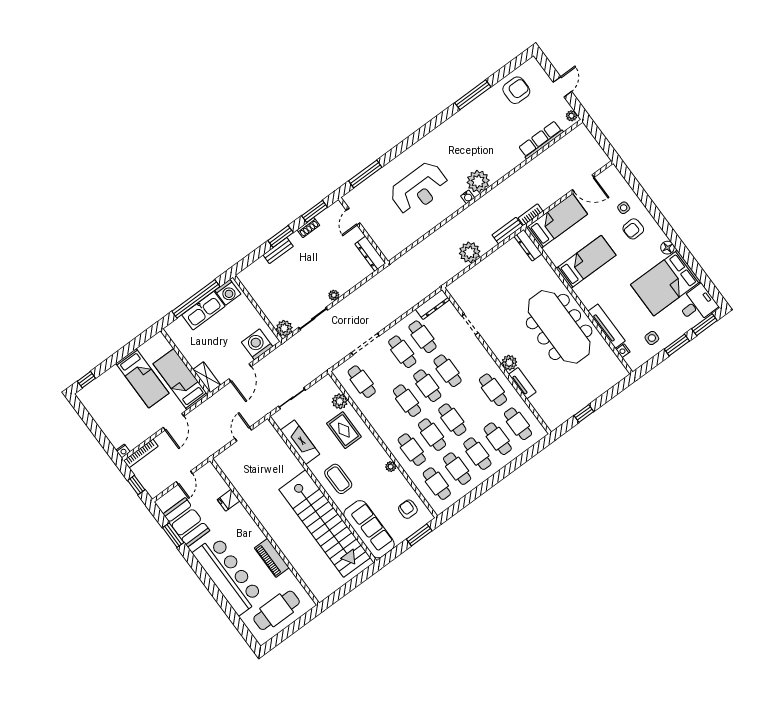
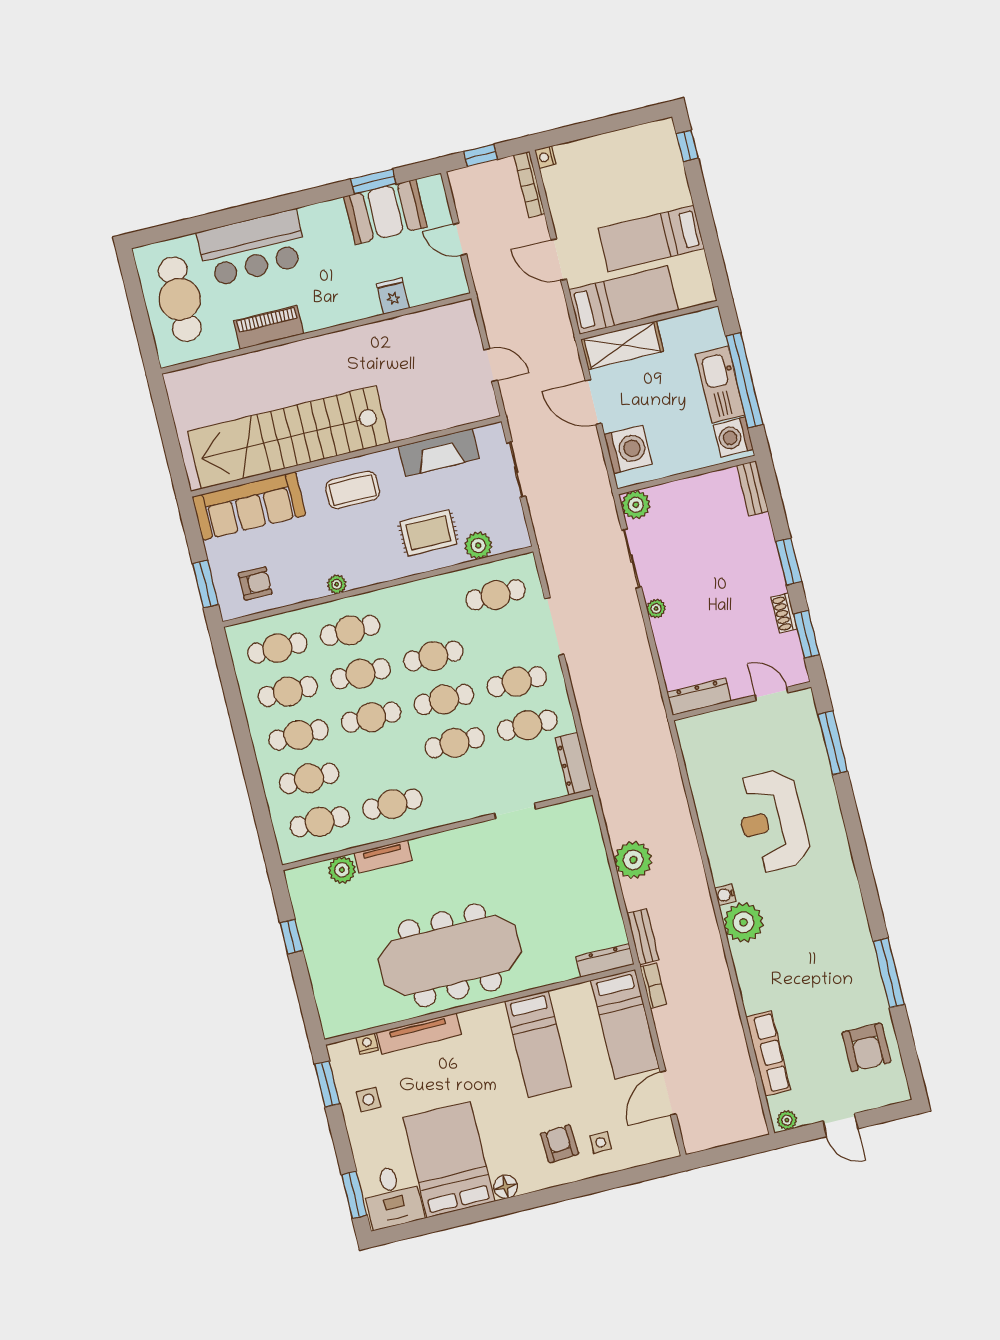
bench: (278, 251) -> (753, 488), moved
window: (677, 345) -> (327, 1084), moved
plant: (509, 363) -> (342, 870), moved
shelving: (207, 377) -> (622, 345), width x1.50, depth x1.33
bar counter: (228, 575) -> (252, 248), width x0.73

